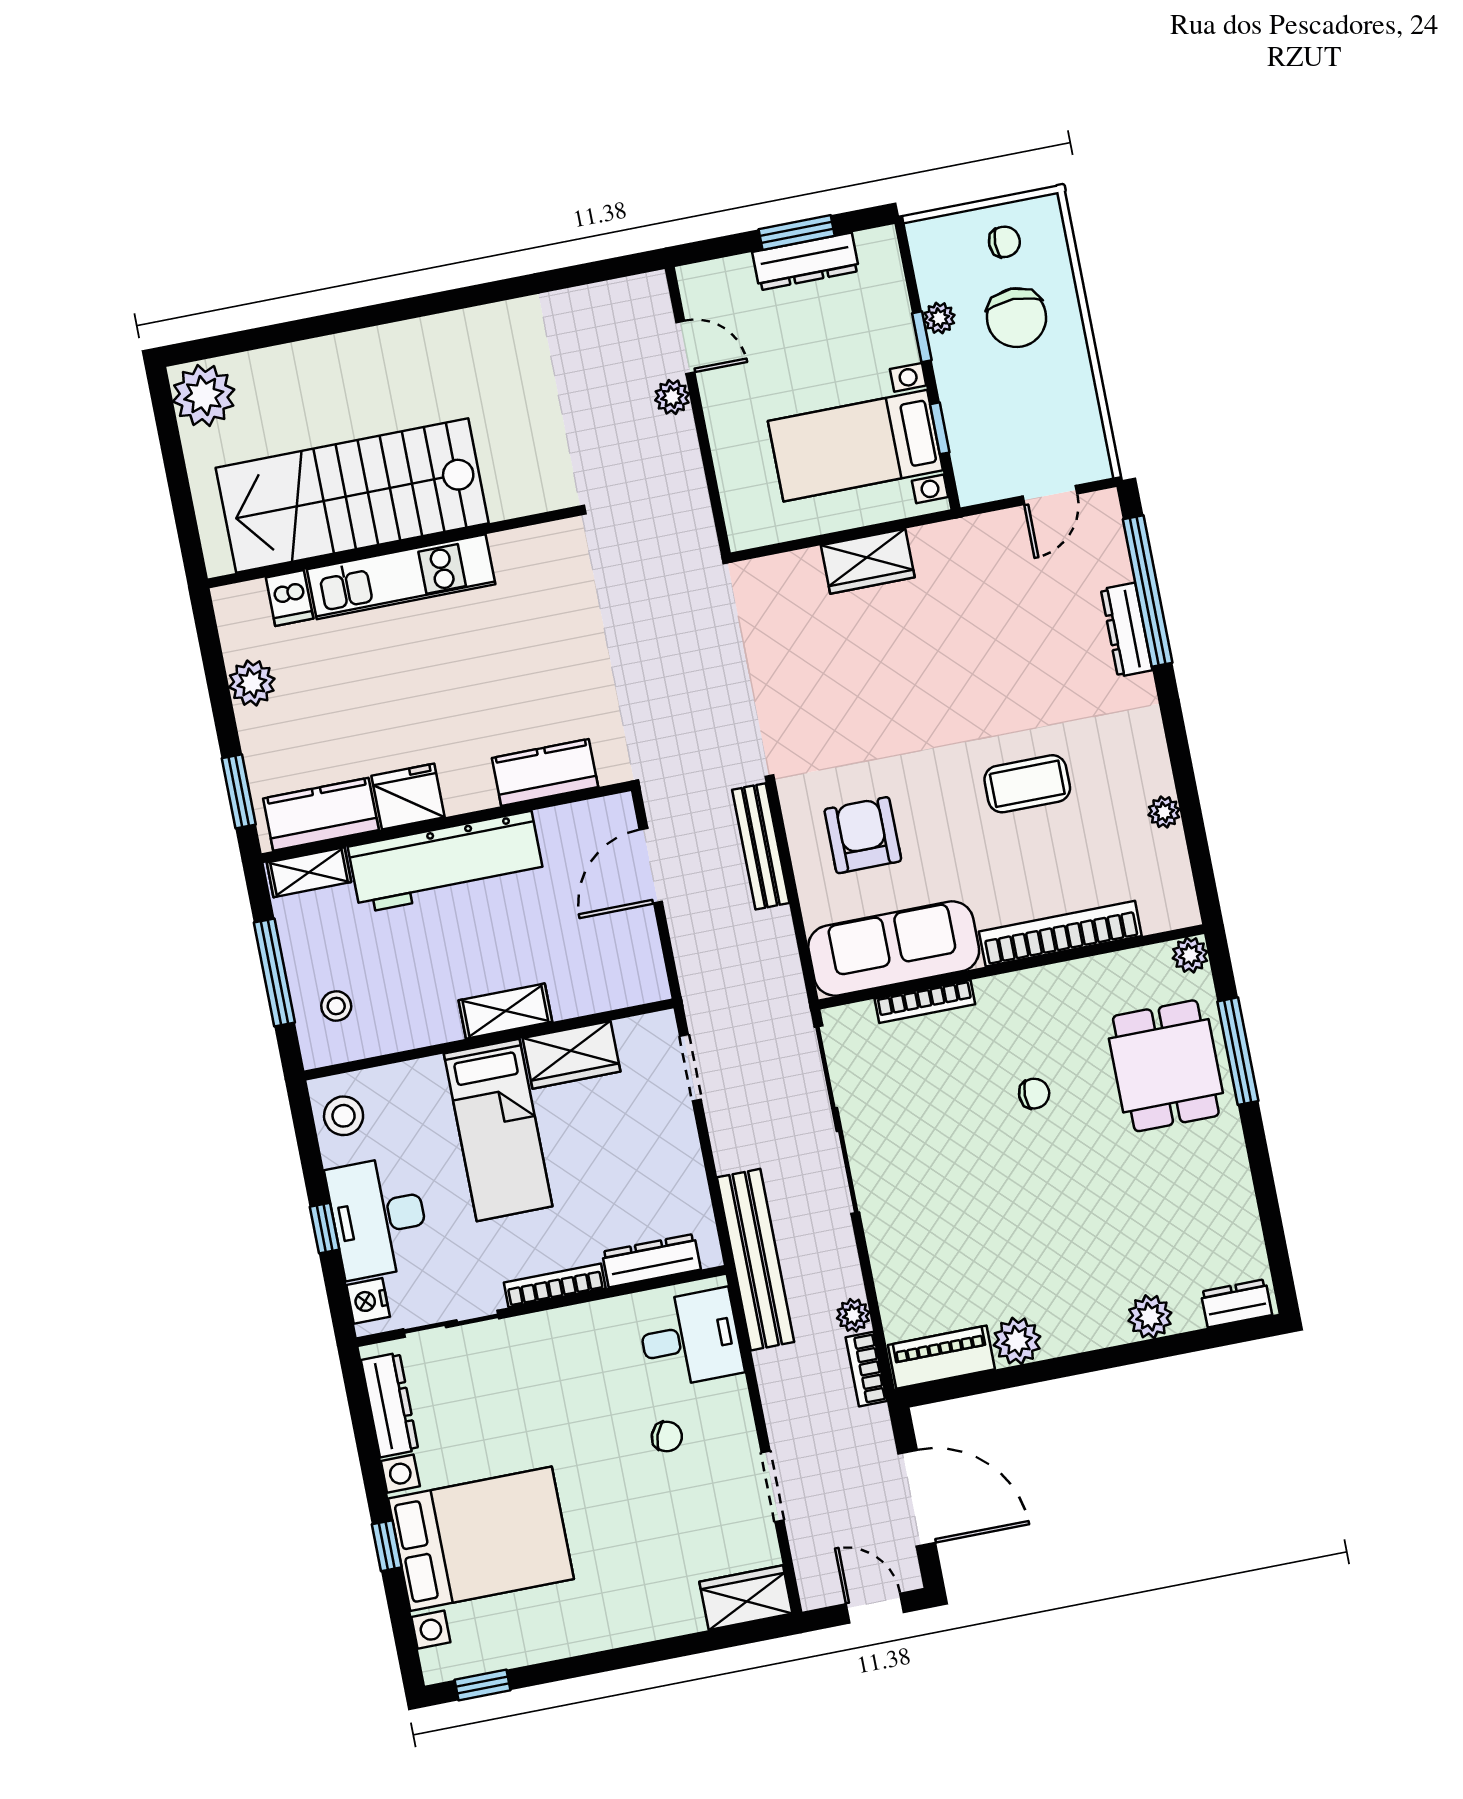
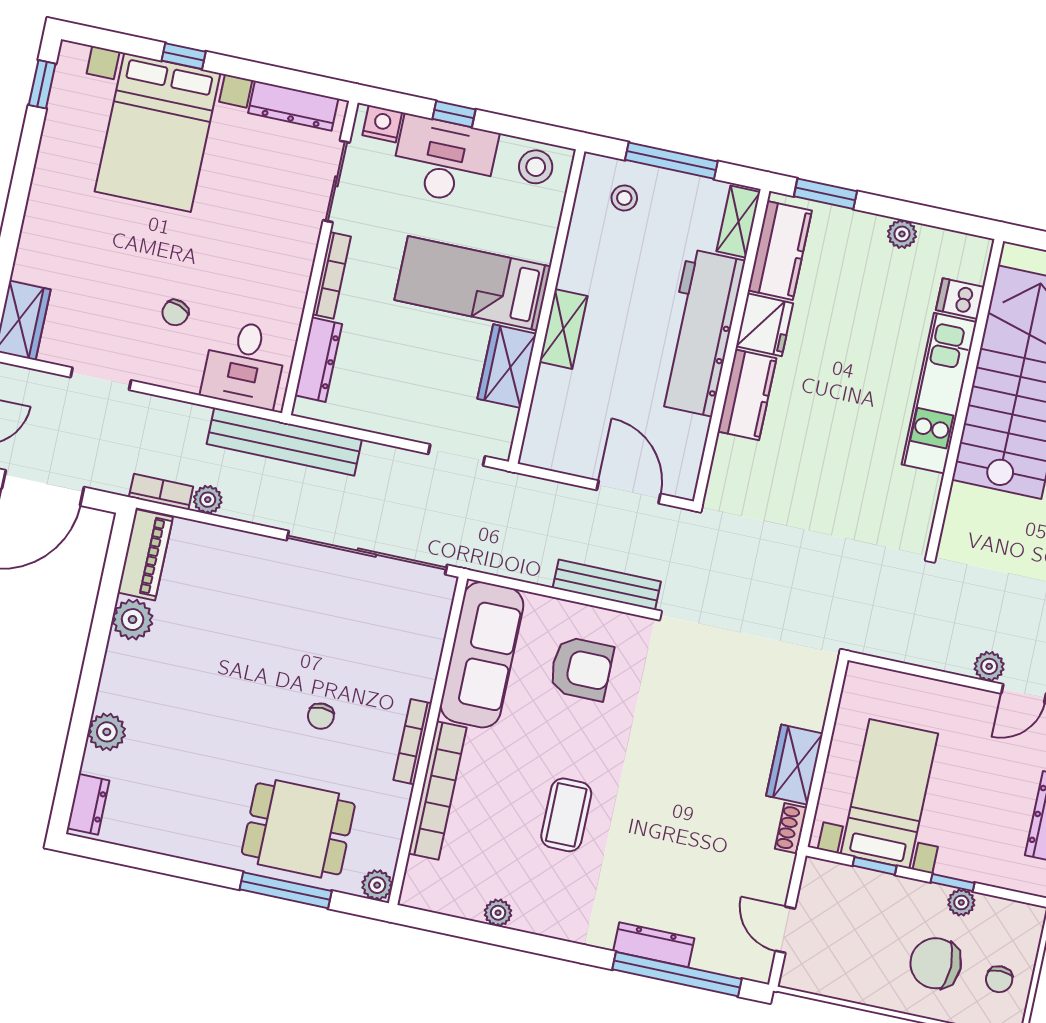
shoe rack: (938, 536) -> (791, 828), added
plant: (252, 683) -> (902, 234), width x0.73, depth x0.73
kitchen counter: (545, 772) -> (747, 395), moved
bookcase: (925, 1002) -> (413, 742), moved

